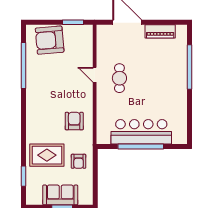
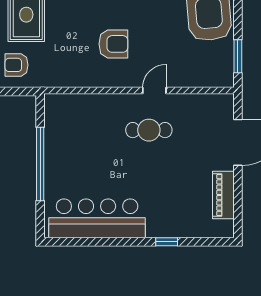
window: (190, 67) -> (167, 242), width x0.32
armchair: (74, 121) -> (113, 44), moved
bar counter: (141, 132) -> (97, 218), moved, turned -90

